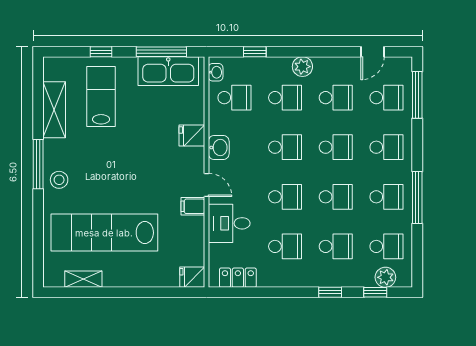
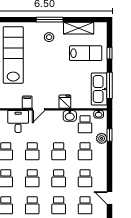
plant: (302, 67) -> (102, 138), moved
washbasin: (219, 147) -> (70, 116), moved
stool: (59, 180) -> (49, 37), moved

